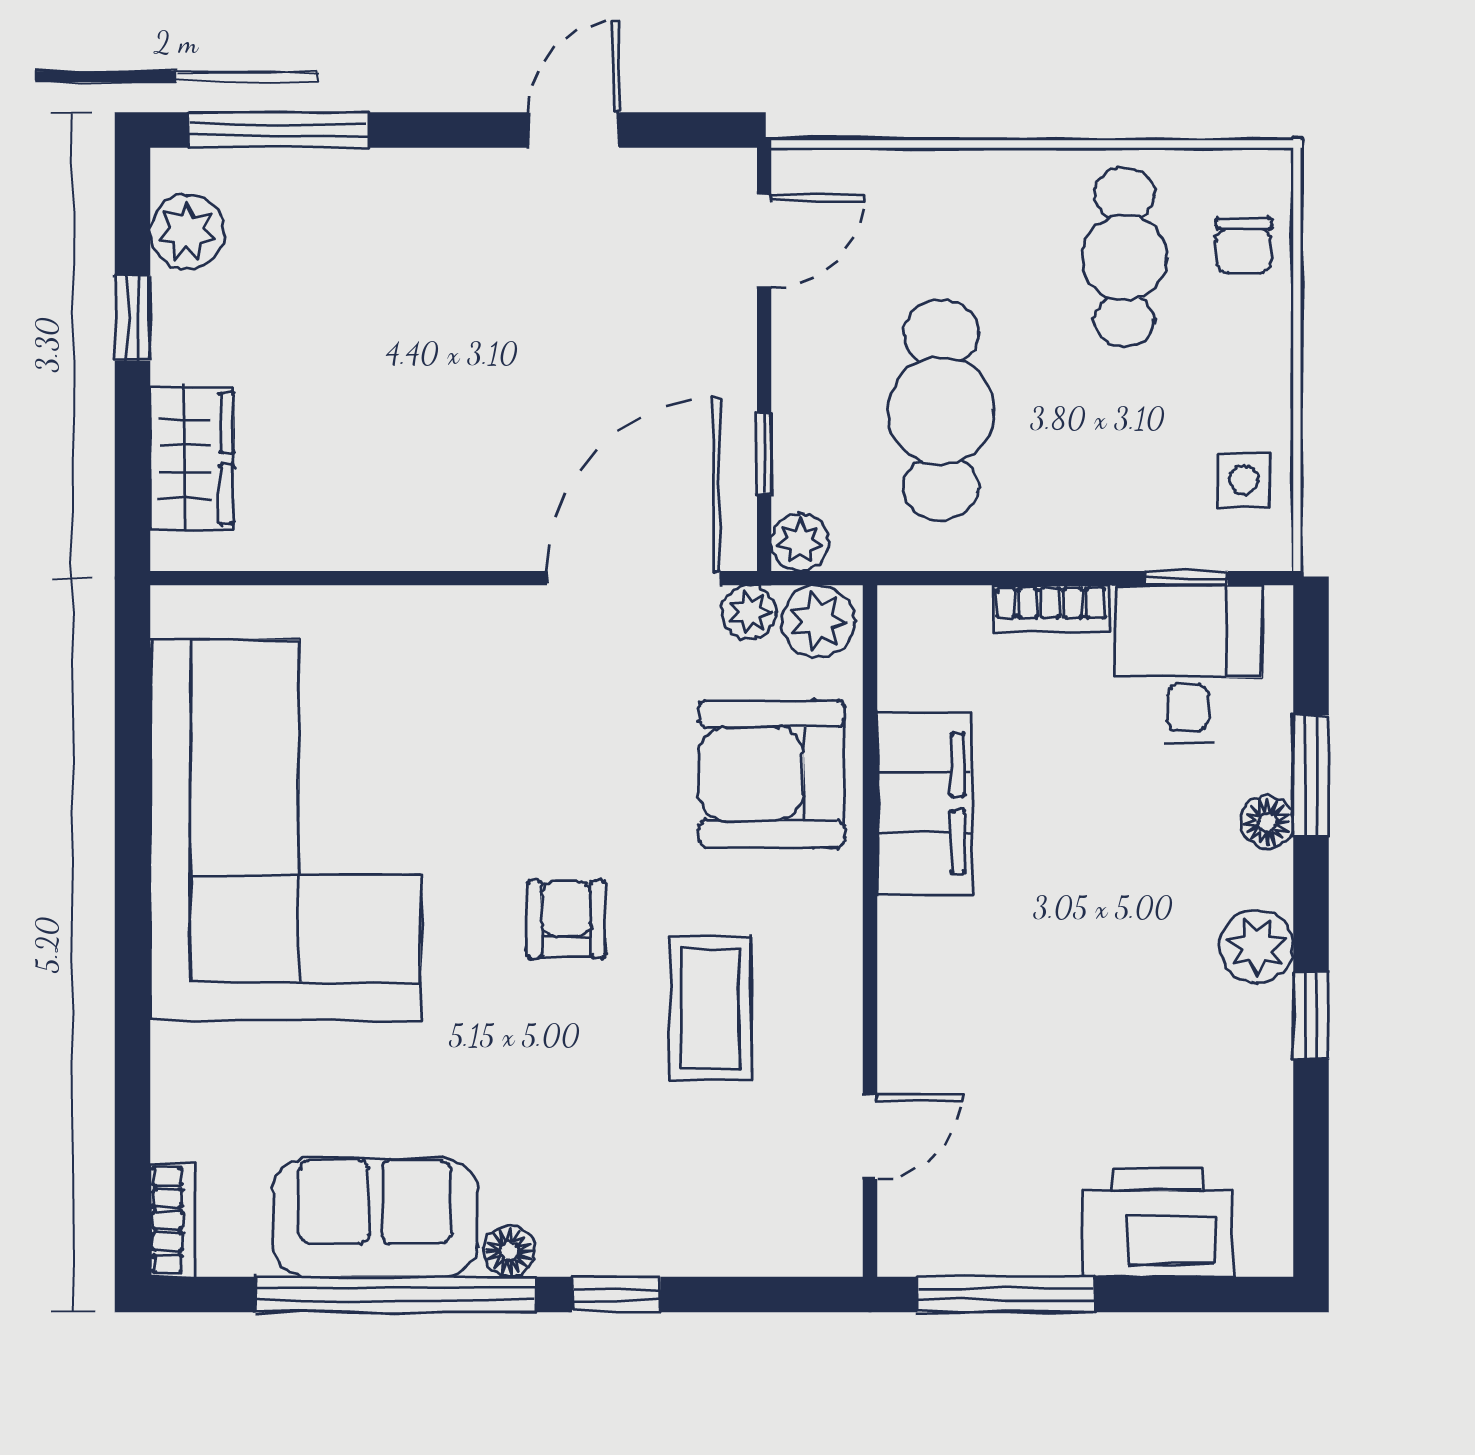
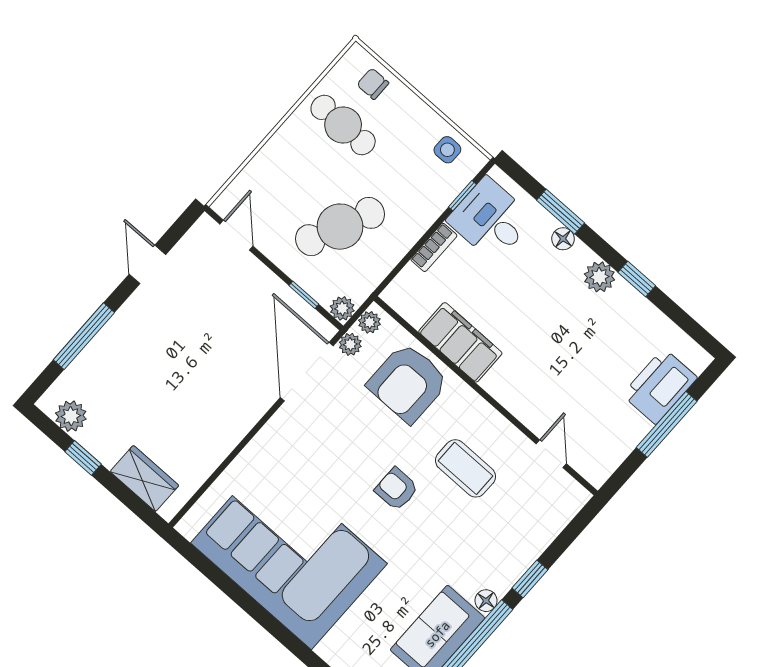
window: (279, 130) -> (84, 336), moved
chair: (1244, 246) -> (373, 84), turned 180
cafe table: (941, 410) -> (340, 227), turned -66
plant: (818, 622) -> (369, 322), width x0.73, depth x0.73
window: (1006, 1294) -> (667, 424), moved

